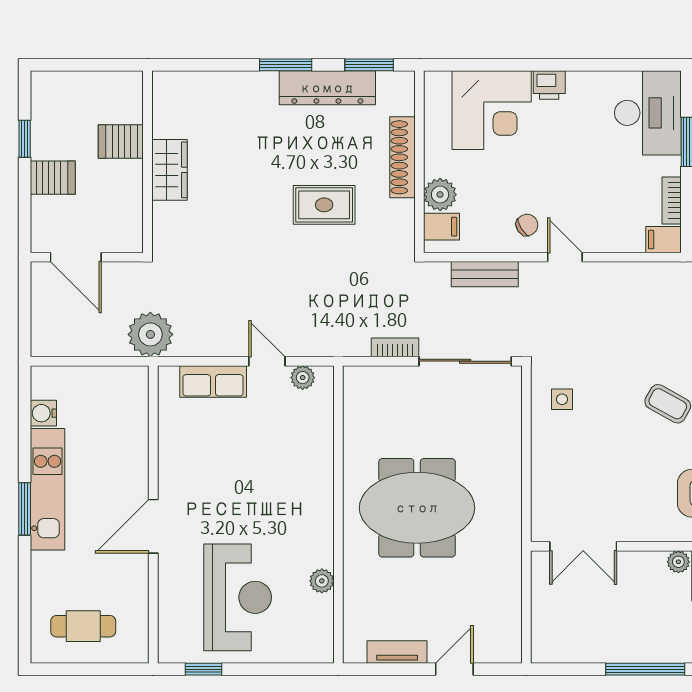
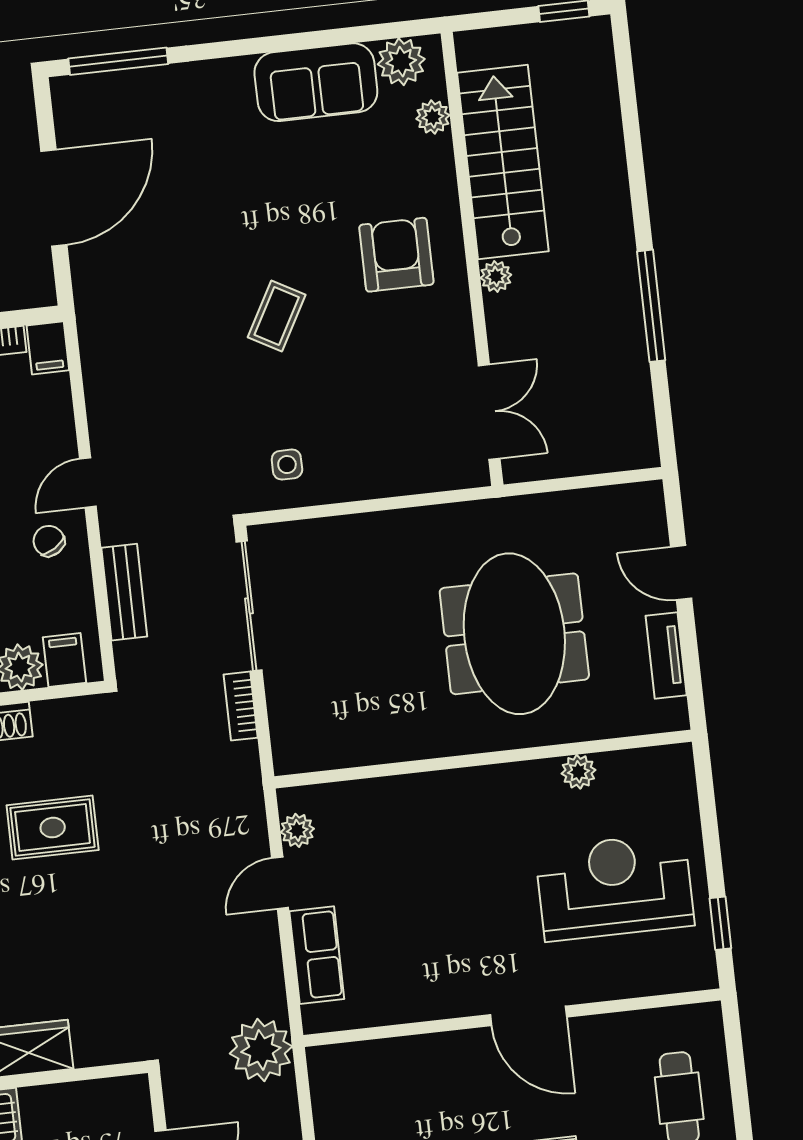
rug: (324, 205) -> (53, 828), turned 90
meeting table: (417, 508) -> (514, 634), moved

